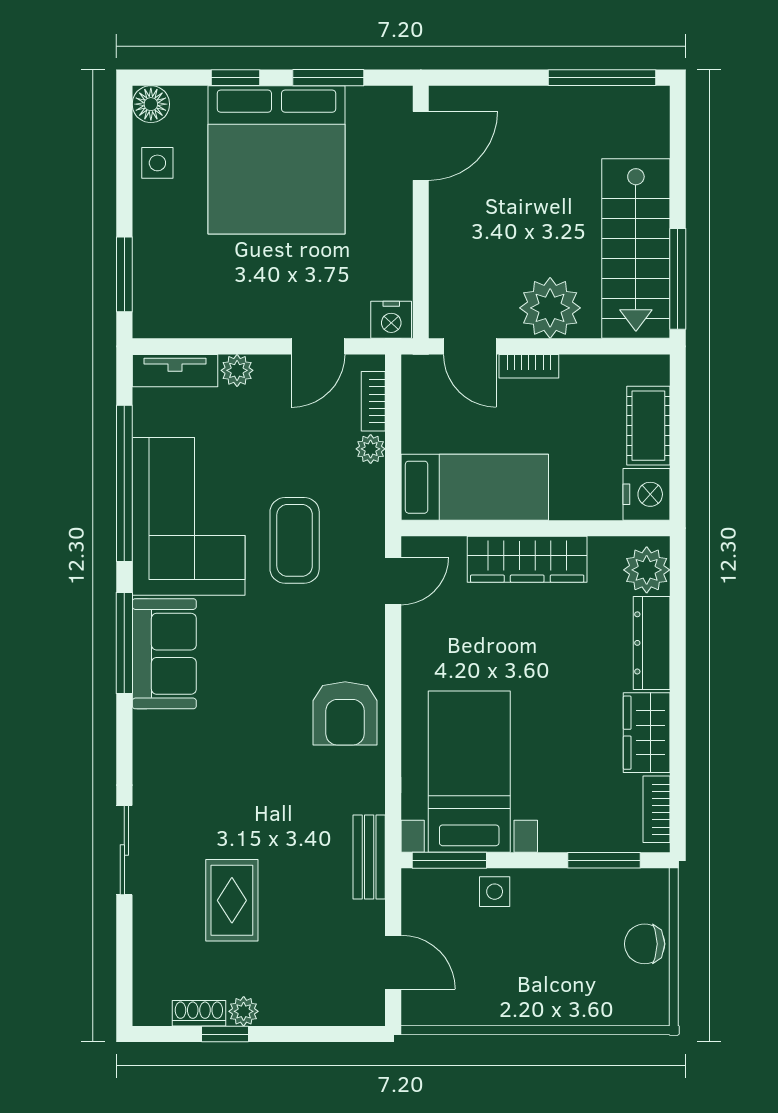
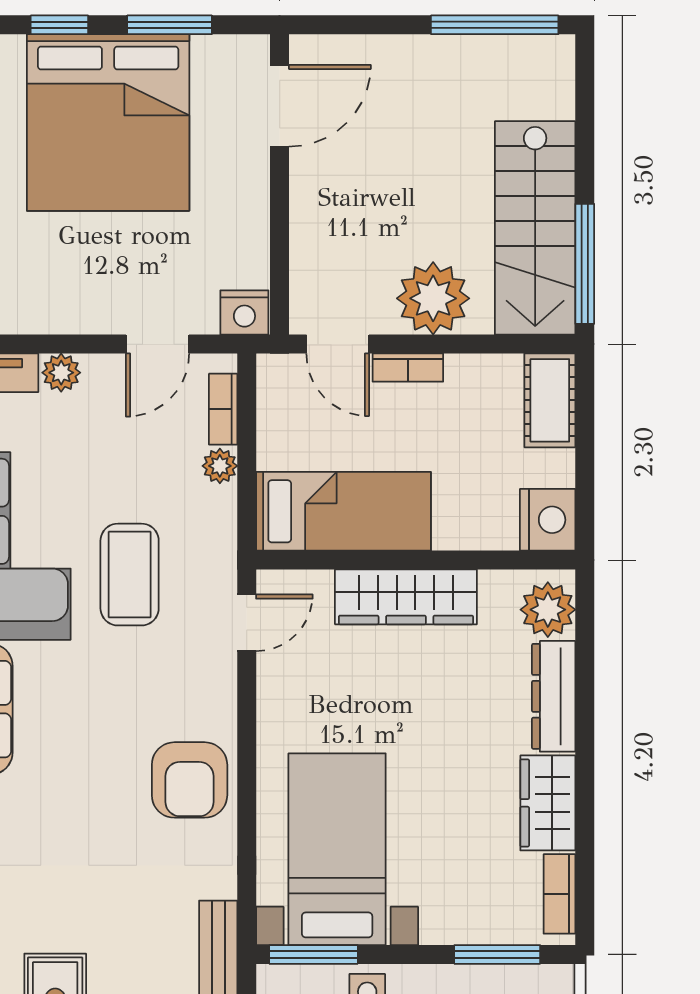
cot: (648, 426) -> (550, 400), moved

